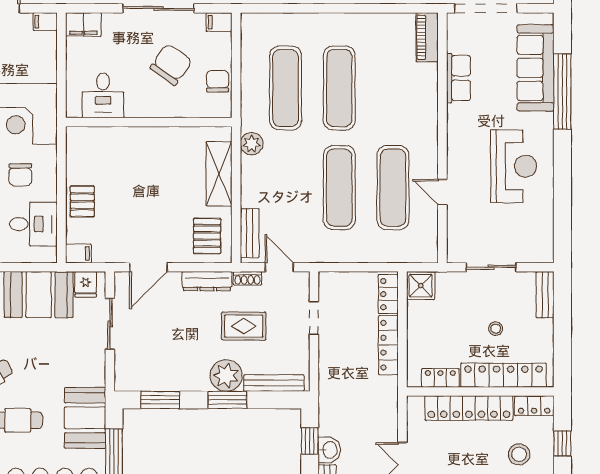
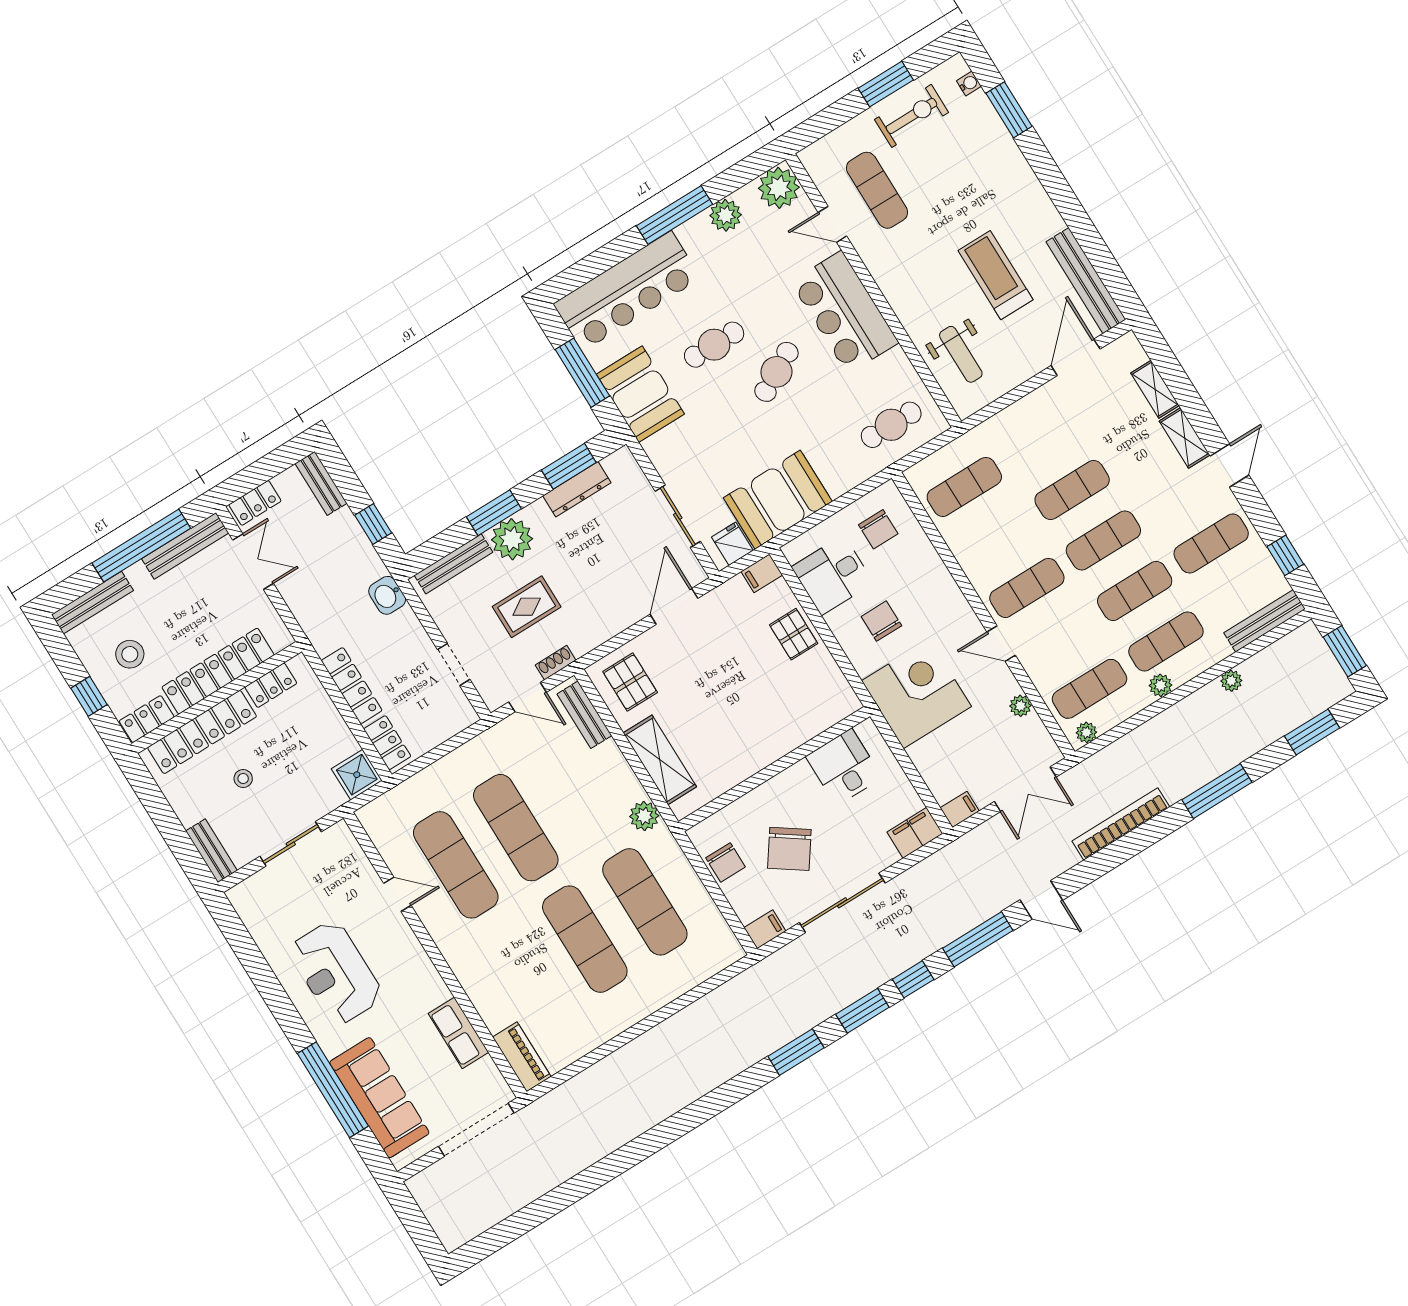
dresser: (207, 281) -> (577, 489), moved, turned 180
washbasin: (329, 450) -> (387, 595), moved

